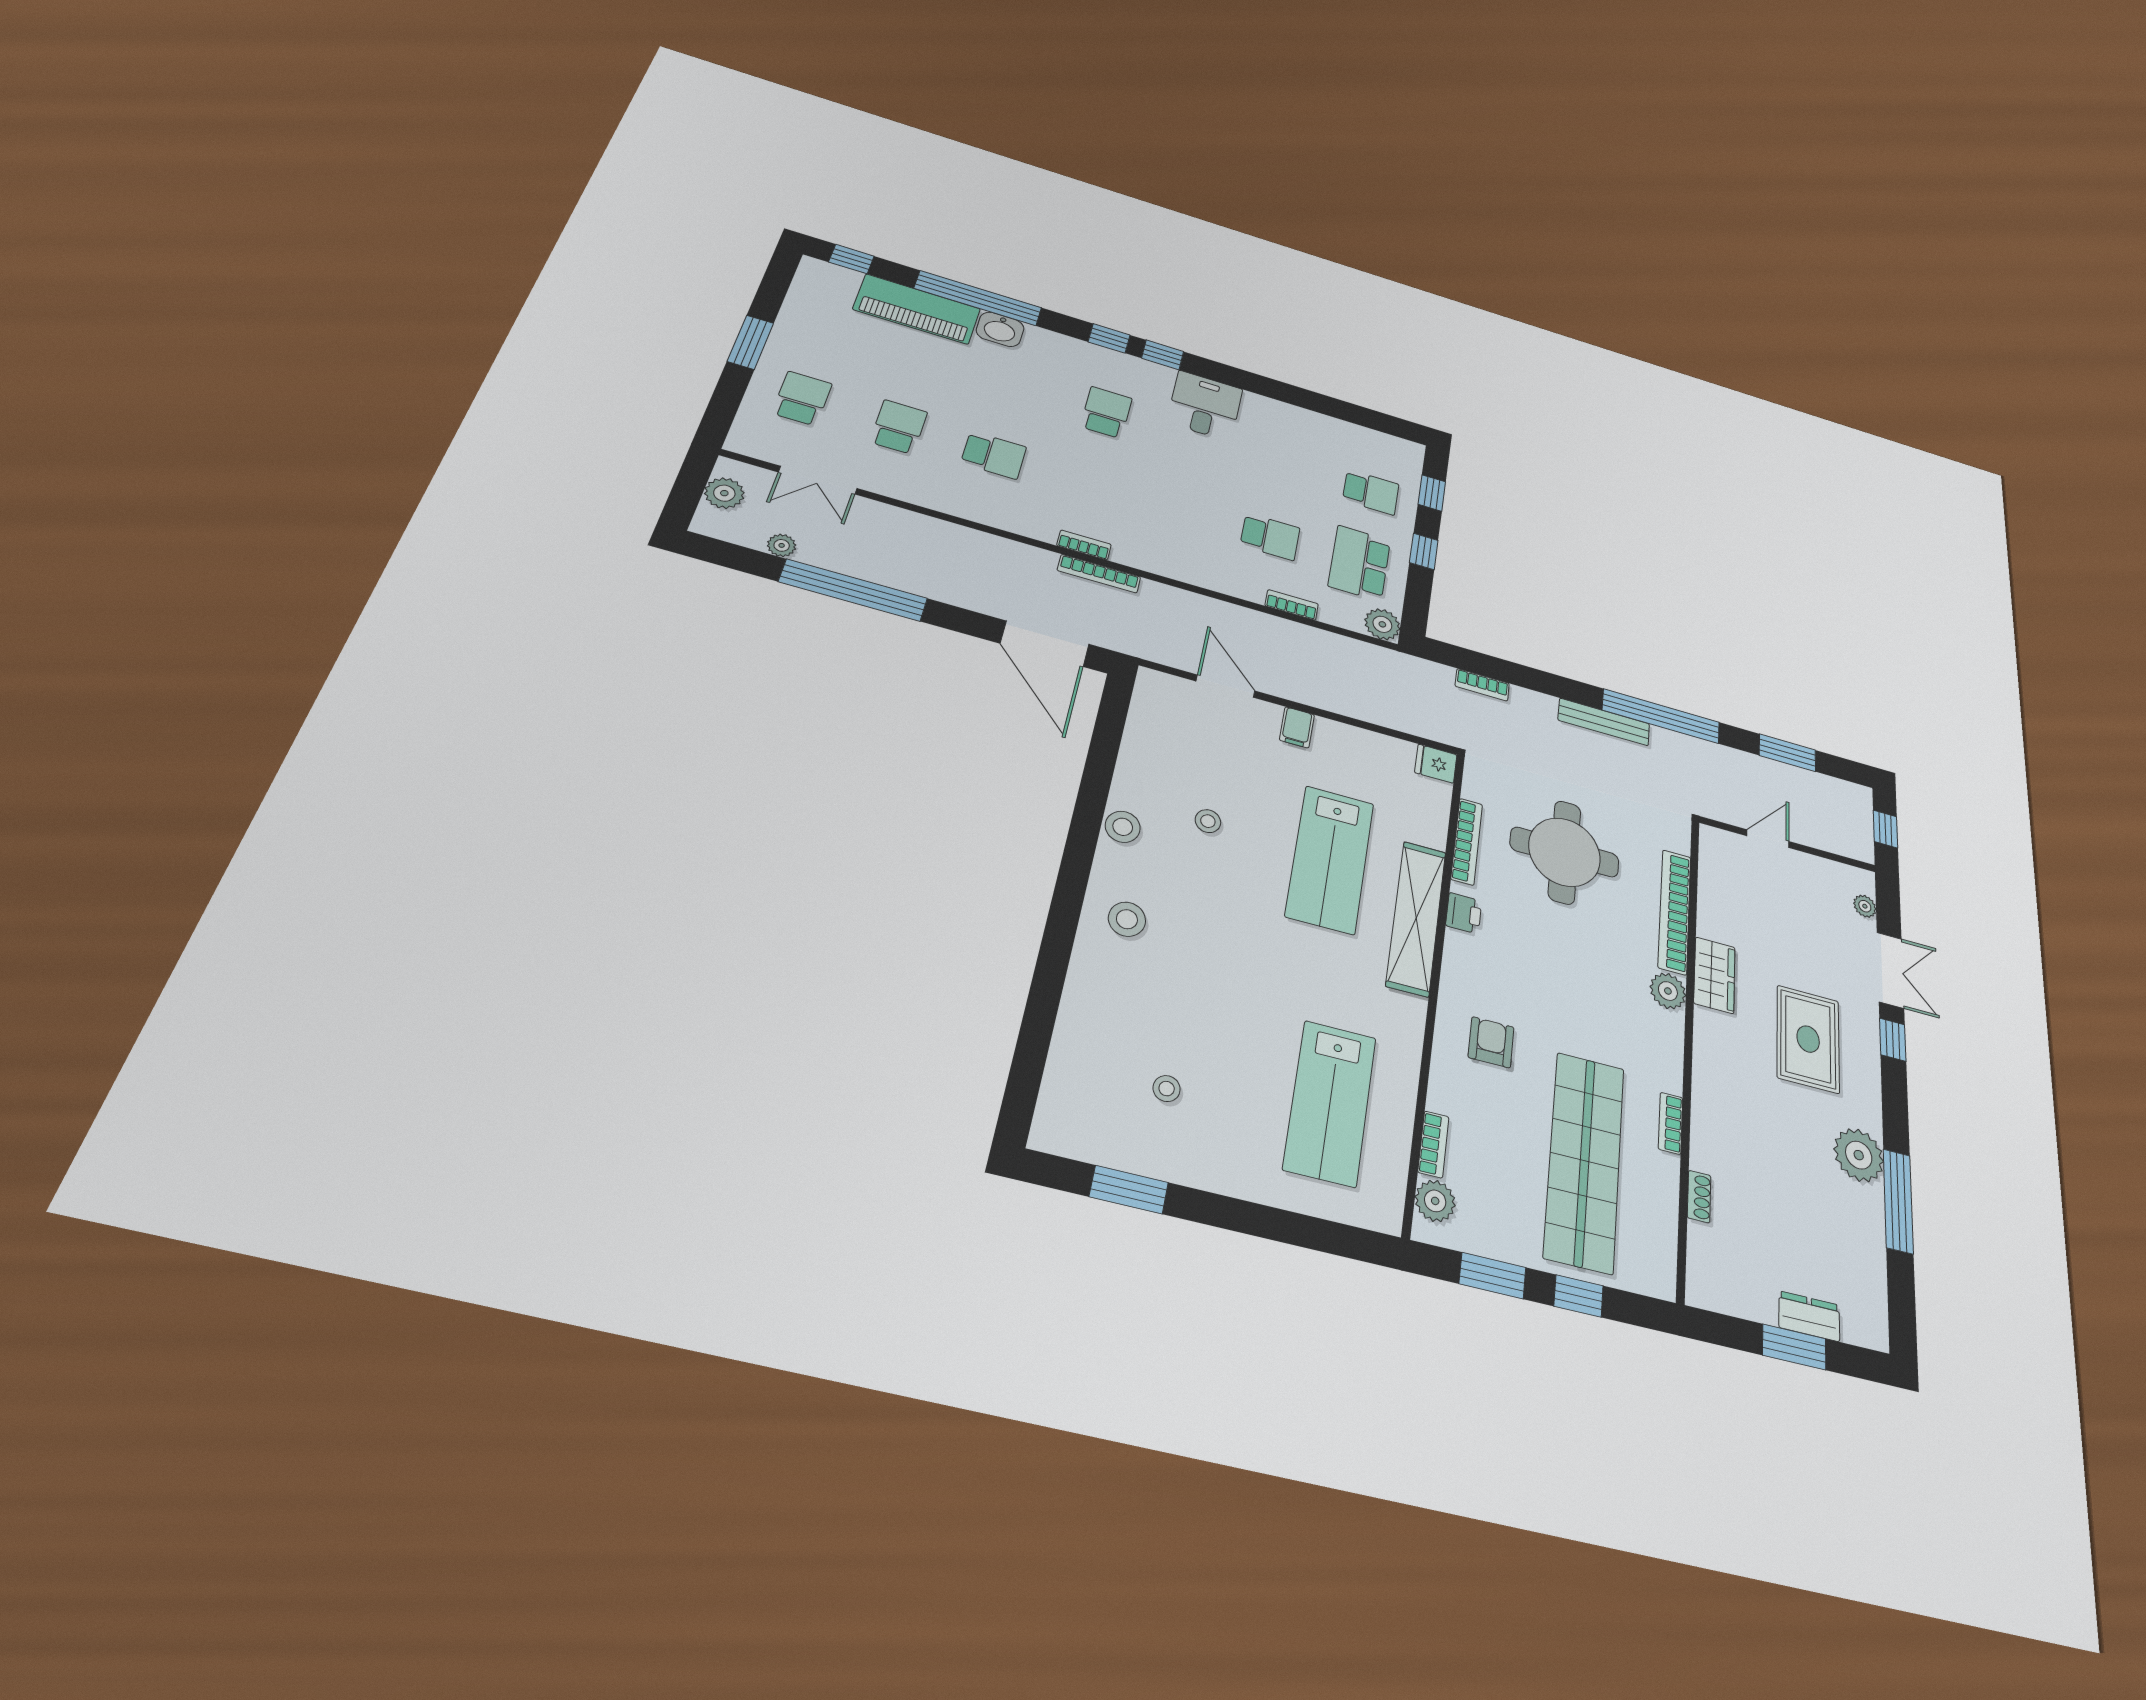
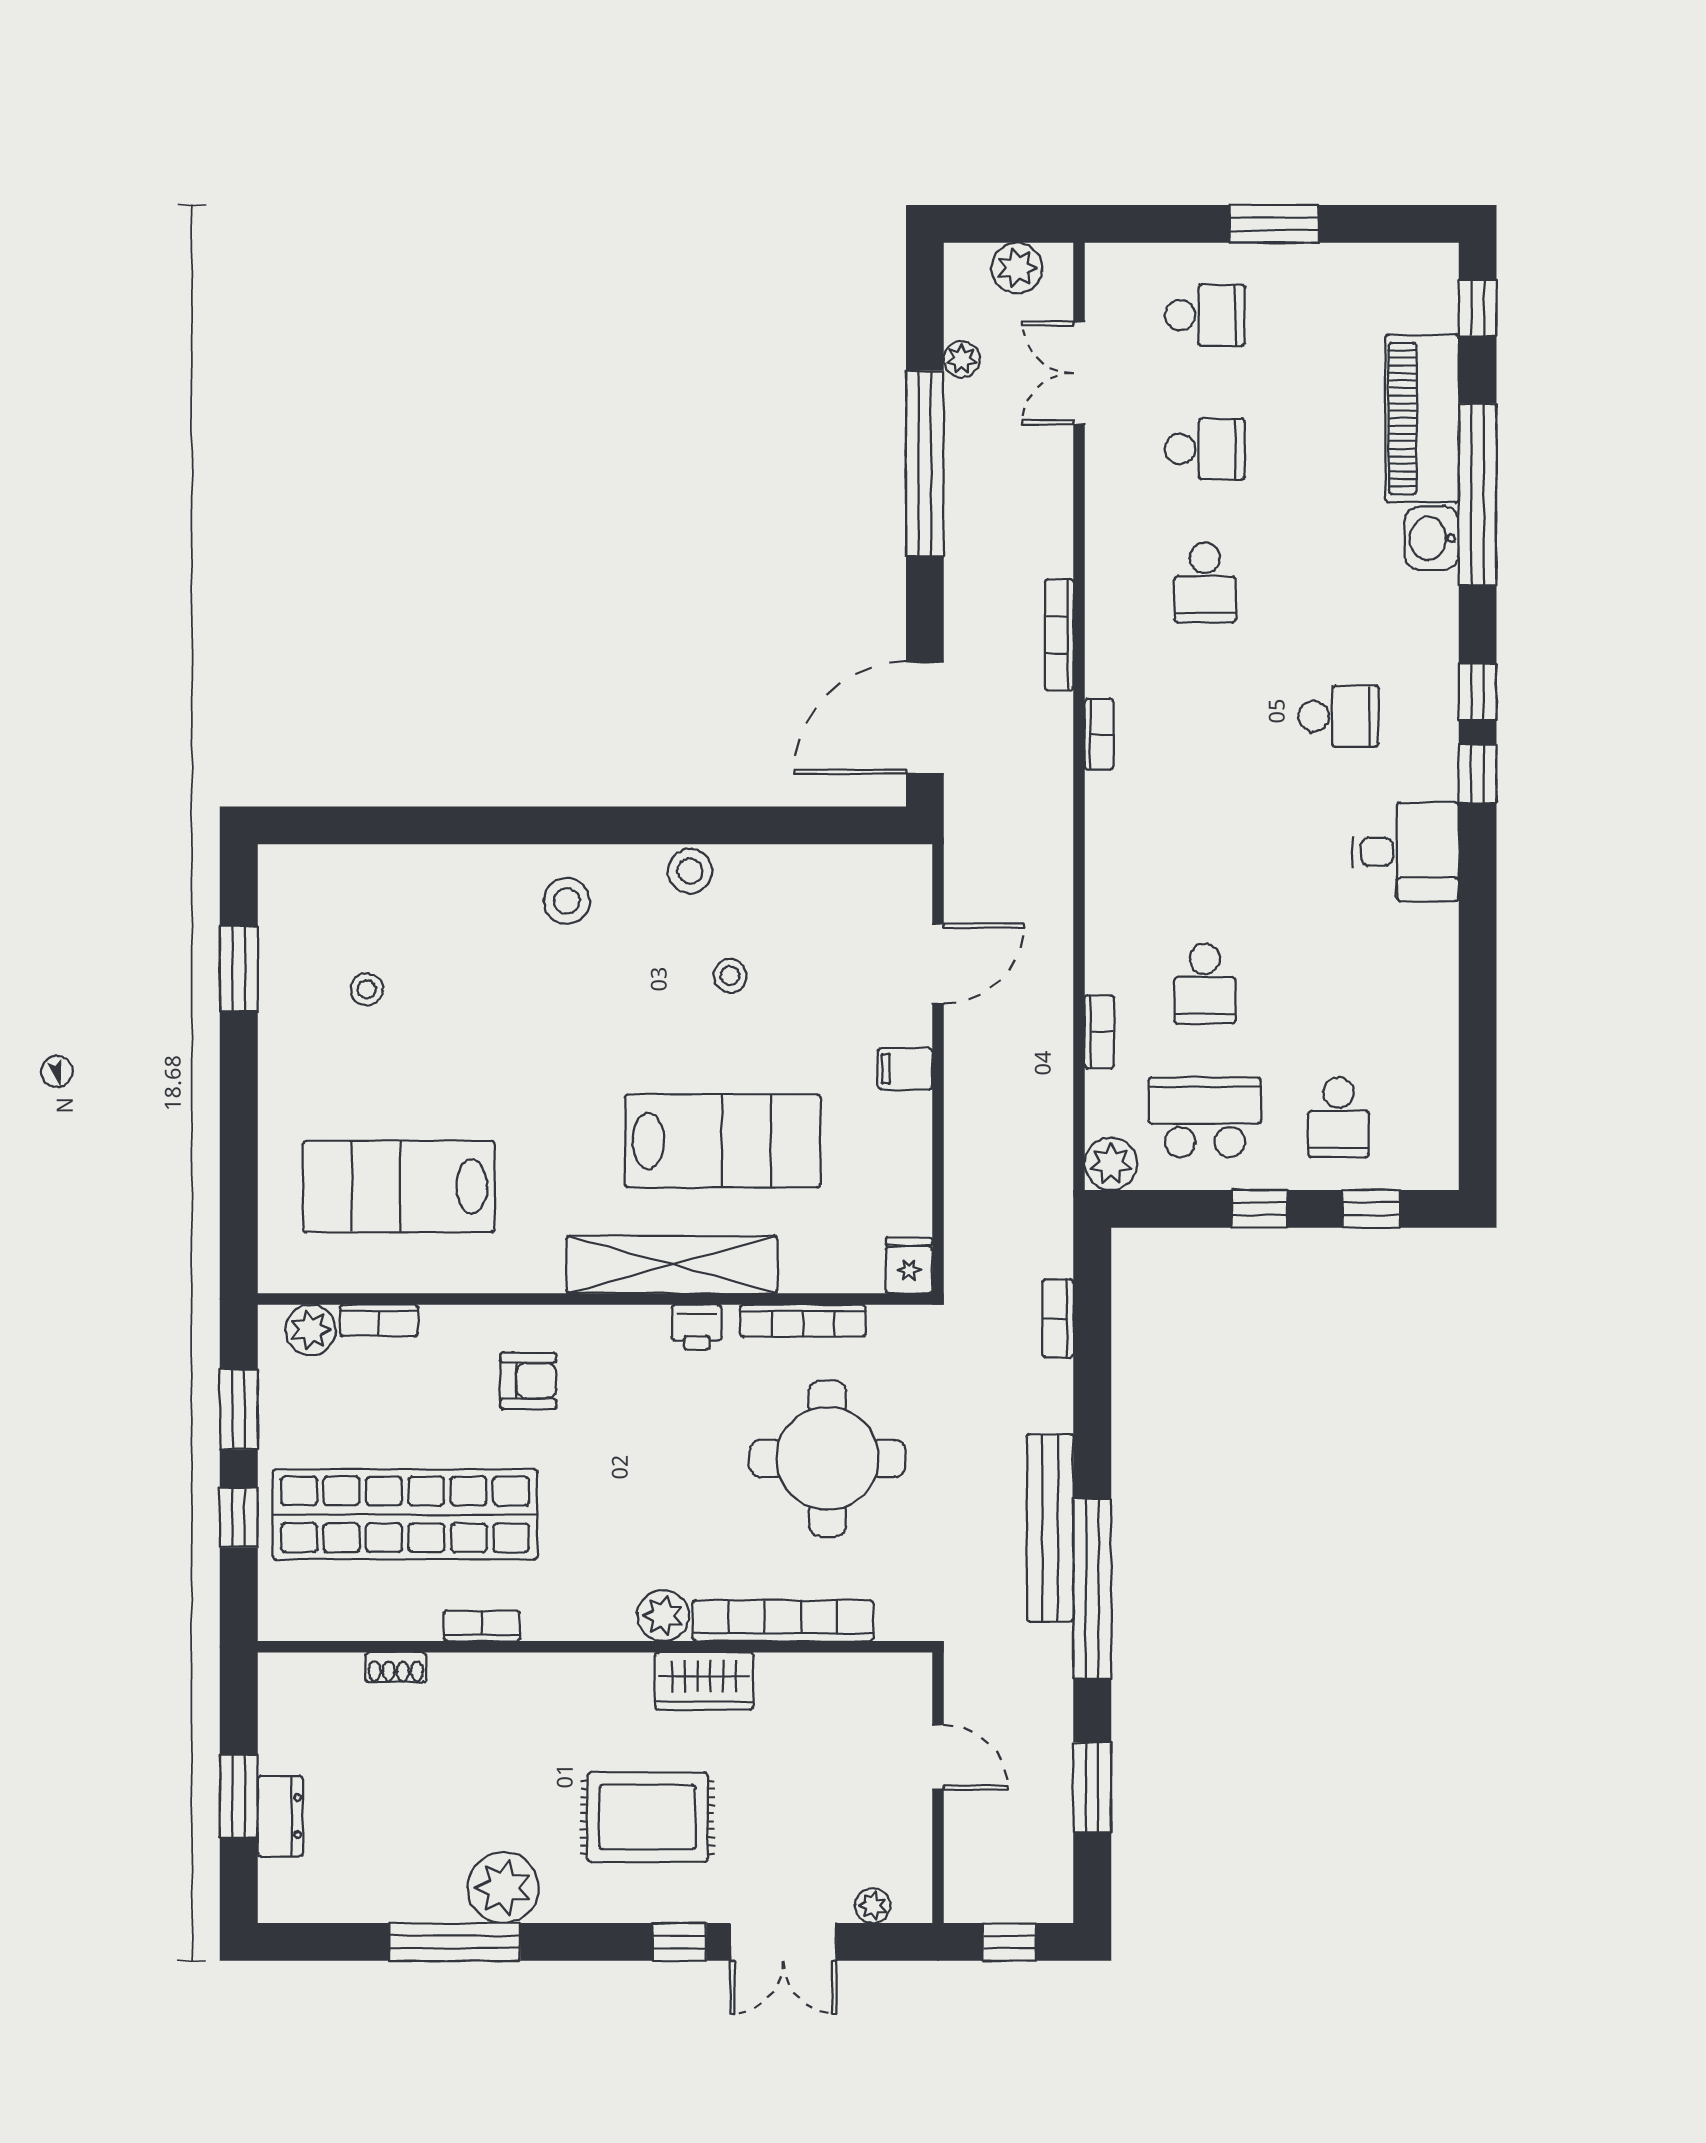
bookcase: (1099, 574) -> (1059, 635), moved
bench: (1604, 722) -> (1050, 1528), width x1.37, depth x1.21
lab bench: (1330, 859) -> (723, 1141), turned 180

